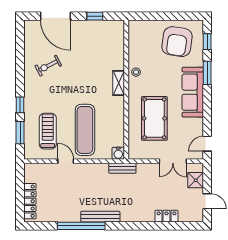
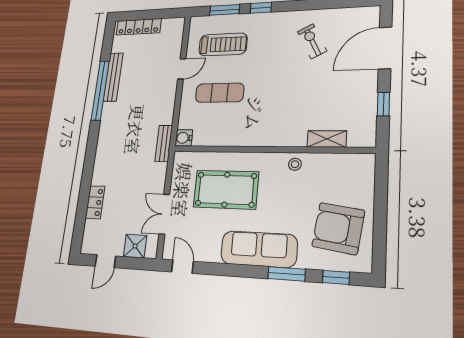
shelving: (119, 83) -> (327, 139), moved
exercise mat: (85, 130) -> (220, 93), width x0.73, depth x0.69
bench: (100, 217) -> (113, 77), moved

